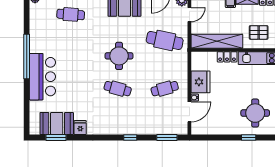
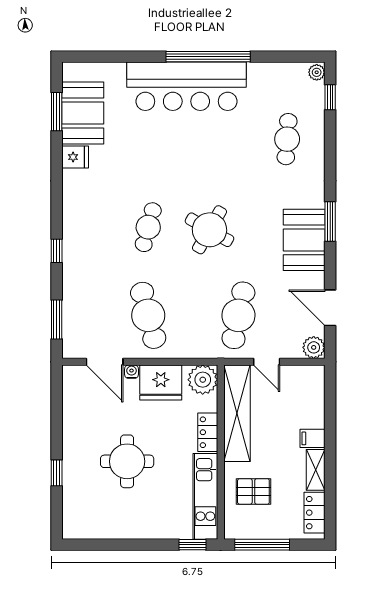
door: (189, 15) -> (267, 362), moved
pallet: (259, 32) -> (253, 491), turned 90
round table: (119, 56) -> (209, 230), turned 30
plant: (199, 60) -> (203, 380), added
bar counter: (42, 77) -> (186, 86), width x1.36
cafe table: (165, 89) -> (148, 315), width x1.37, depth x1.35
round table: (255, 113) -> (127, 461), moved

